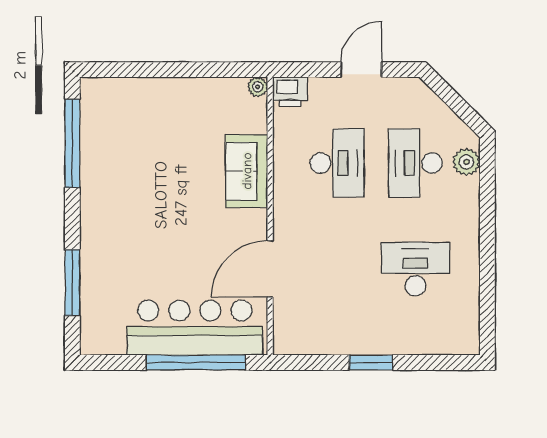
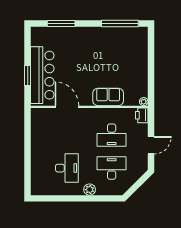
door: (361, 70) -> (151, 145), hinge flipped
plant: (466, 162) -> (90, 190), moved
window: (196, 363) -> (28, 76), width x0.47
window: (371, 363) -> (28, 149), removed

